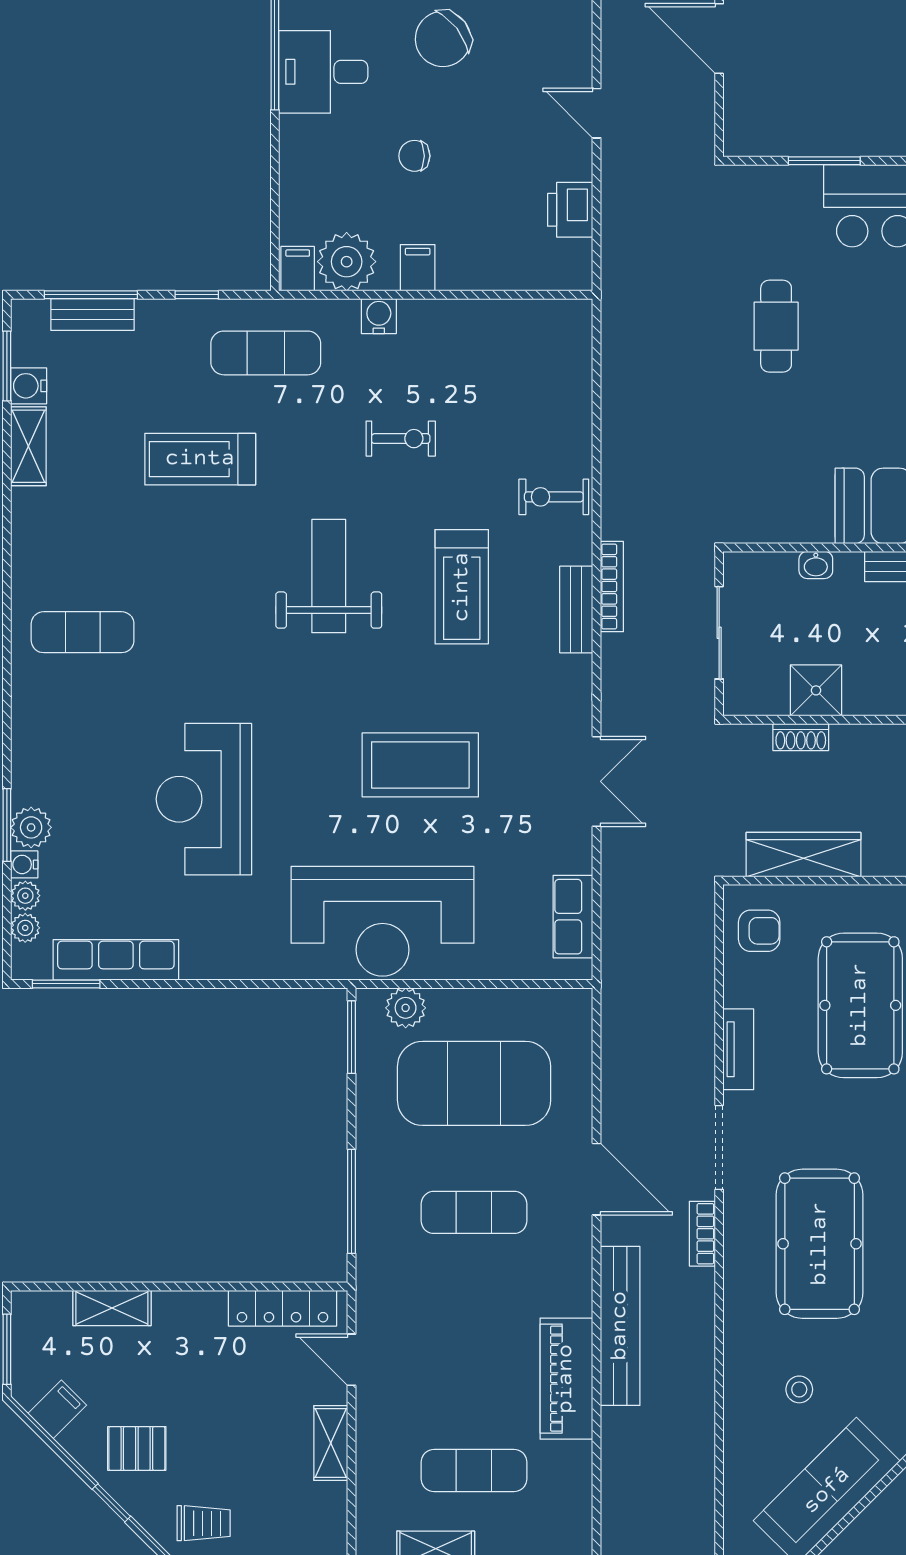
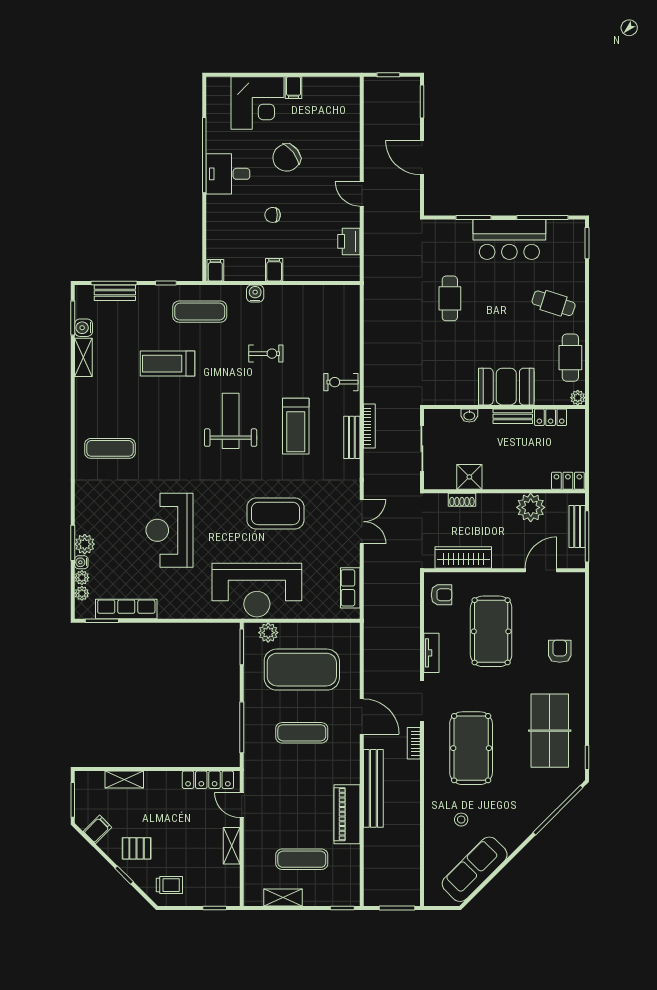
plant: (347, 262) -> (239, 267), removed

